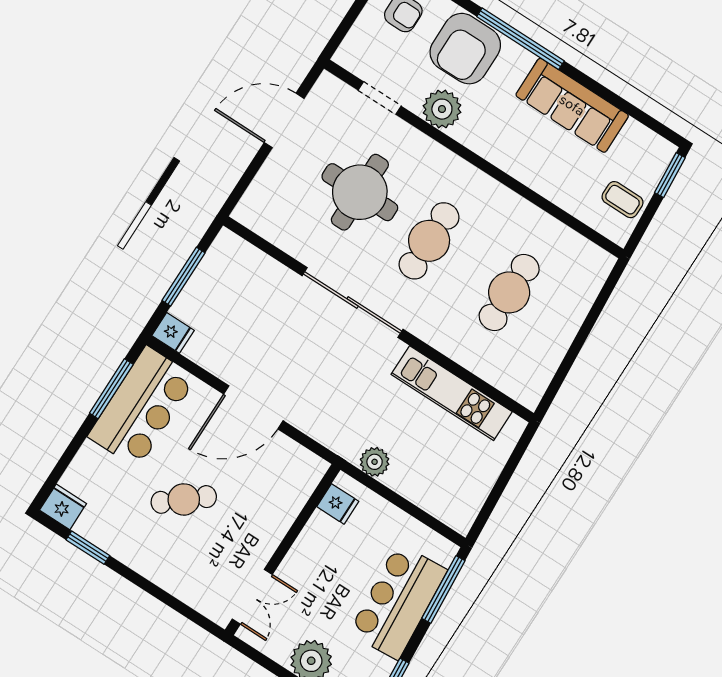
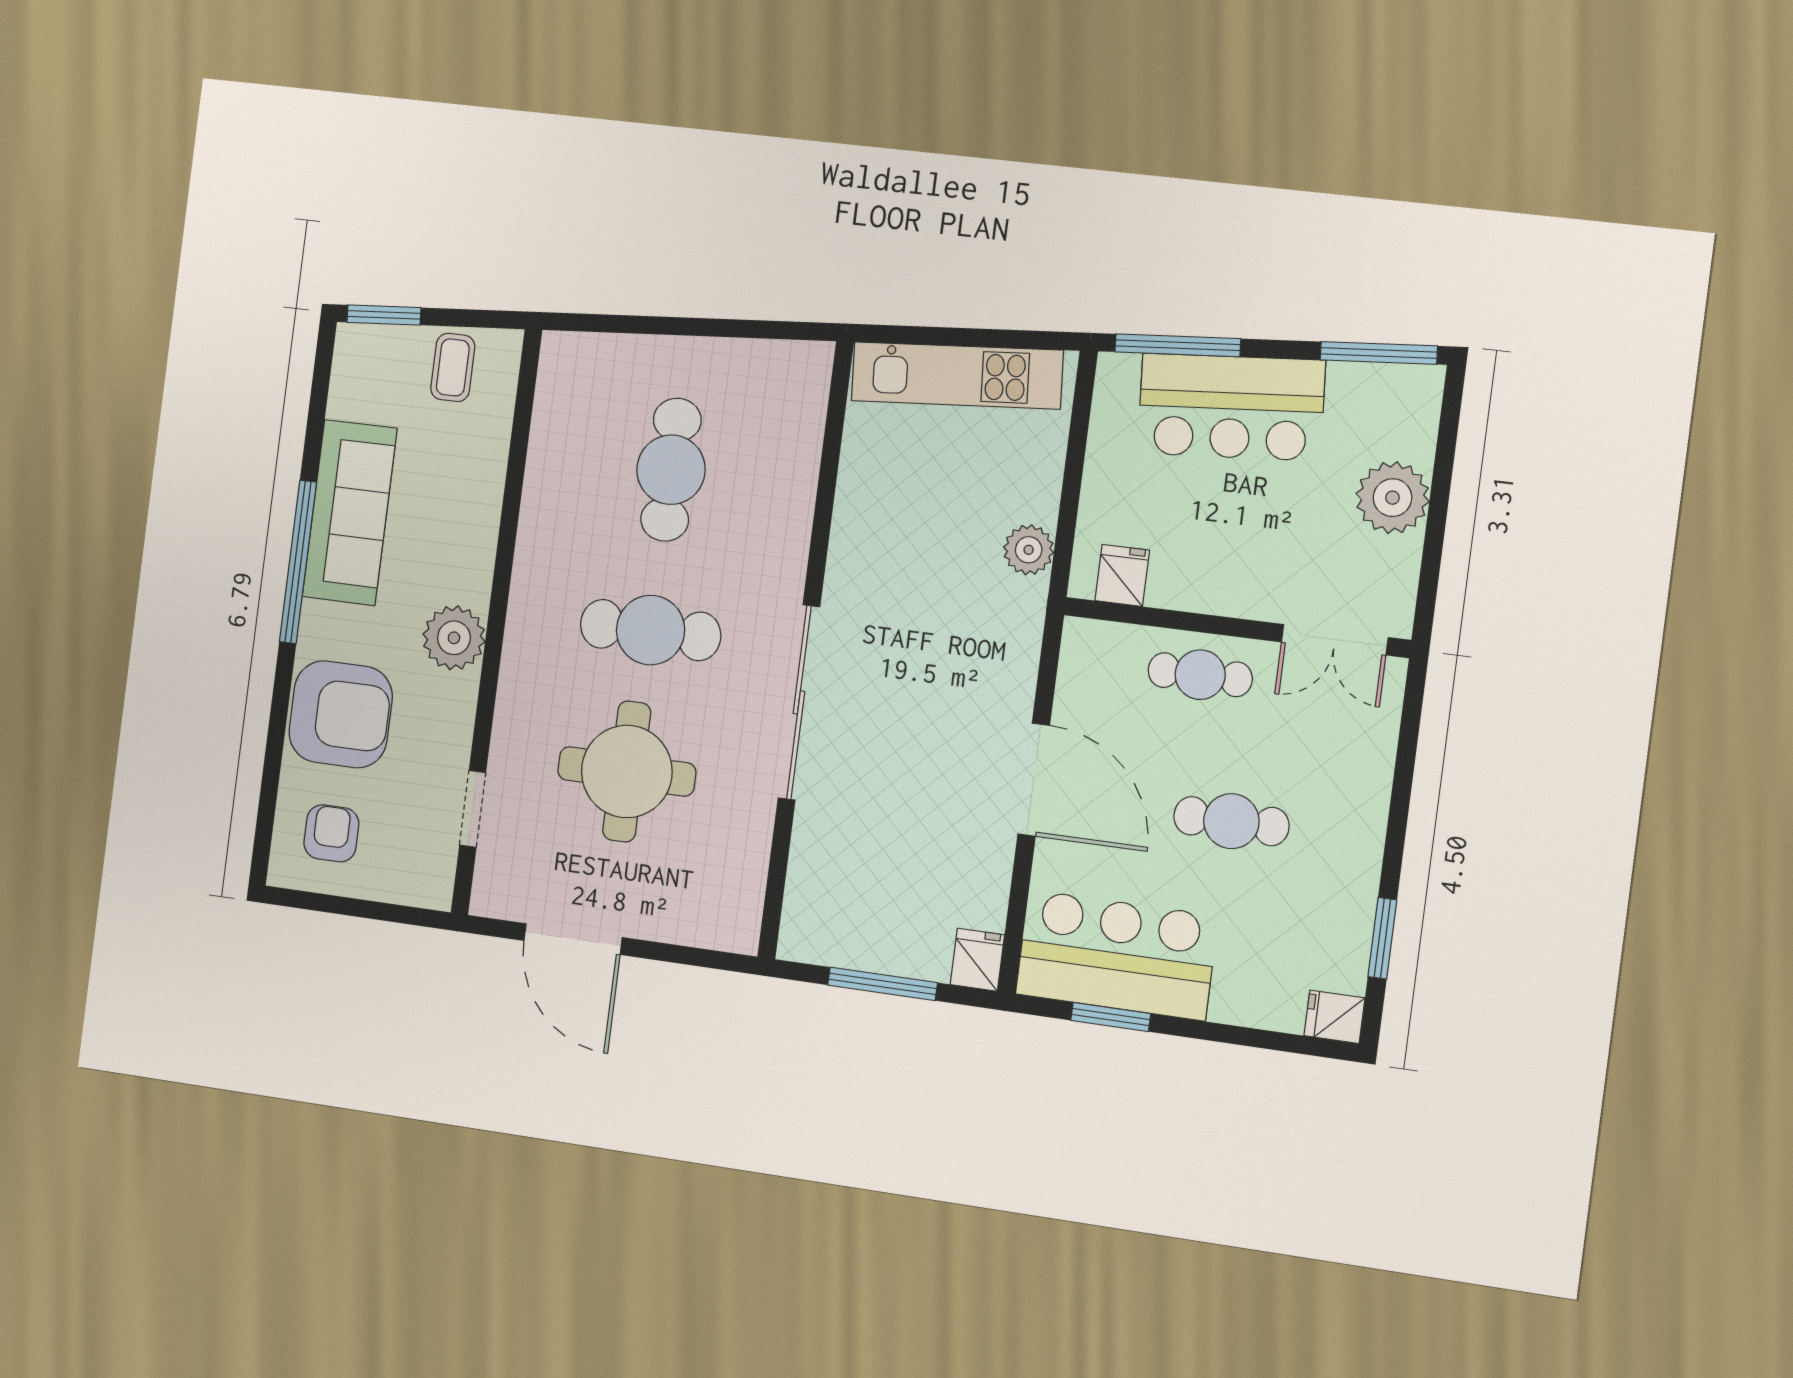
window: (520, 39) -> (298, 562), moved
plant: (442, 109) -> (454, 638), moved
cafe table: (509, 292) -> (671, 470), turned 90
window: (111, 389) -> (1111, 1017), width x0.69
kitchen unit: (452, 393) -> (957, 376), moved, turned 86
cafe table: (184, 499) -> (1231, 821), turned -50
fridge: (63, 507) -> (1334, 1017), width x0.72
cafe table: (267, 520) -> (1200, 675), added
double door: (252, 597) -> (1335, 640), swing flipped

